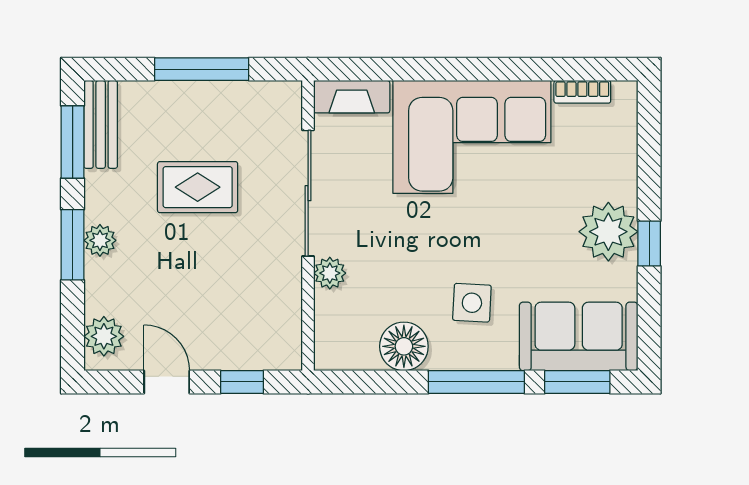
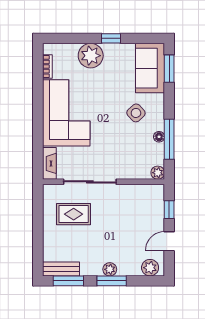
window: (202, 69) -> (38, 227), removed
rug: (198, 187) -> (74, 214), moved, turned 90
plant: (608, 232) -> (91, 56), moved
plant: (330, 273) -> (158, 173), moved
side table: (472, 303) -> (136, 113), turned 45
floor lamp: (404, 346) -> (159, 137), width x0.53, depth x0.53
window: (476, 382) -> (169, 139), moved

